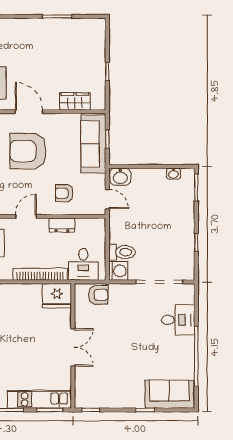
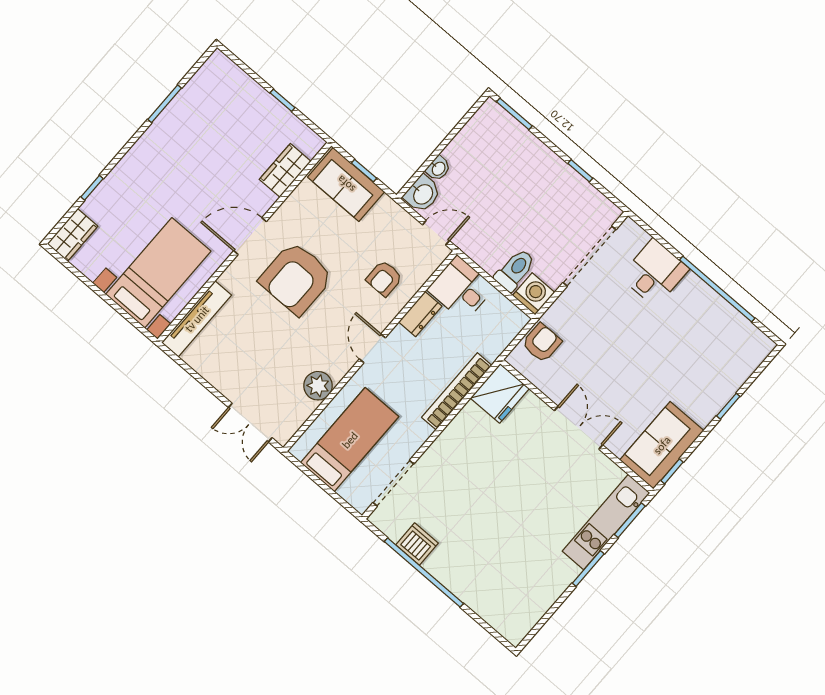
sofa: (93, 144) -> (346, 184), width x0.73
washbasin: (173, 174) -> (438, 168), moved
desk: (83, 264) -> (461, 289), moved, turned 180
sofa: (169, 394) -> (662, 445), moved

